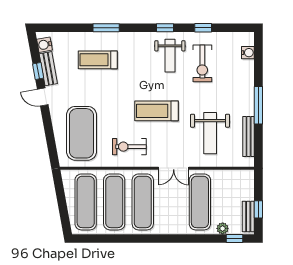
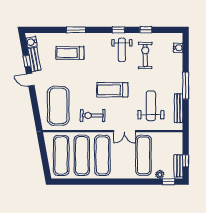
exercise bike: (202, 63) -> (145, 55), turned 180
weight bench: (210, 133) -> (151, 106), turned 180

